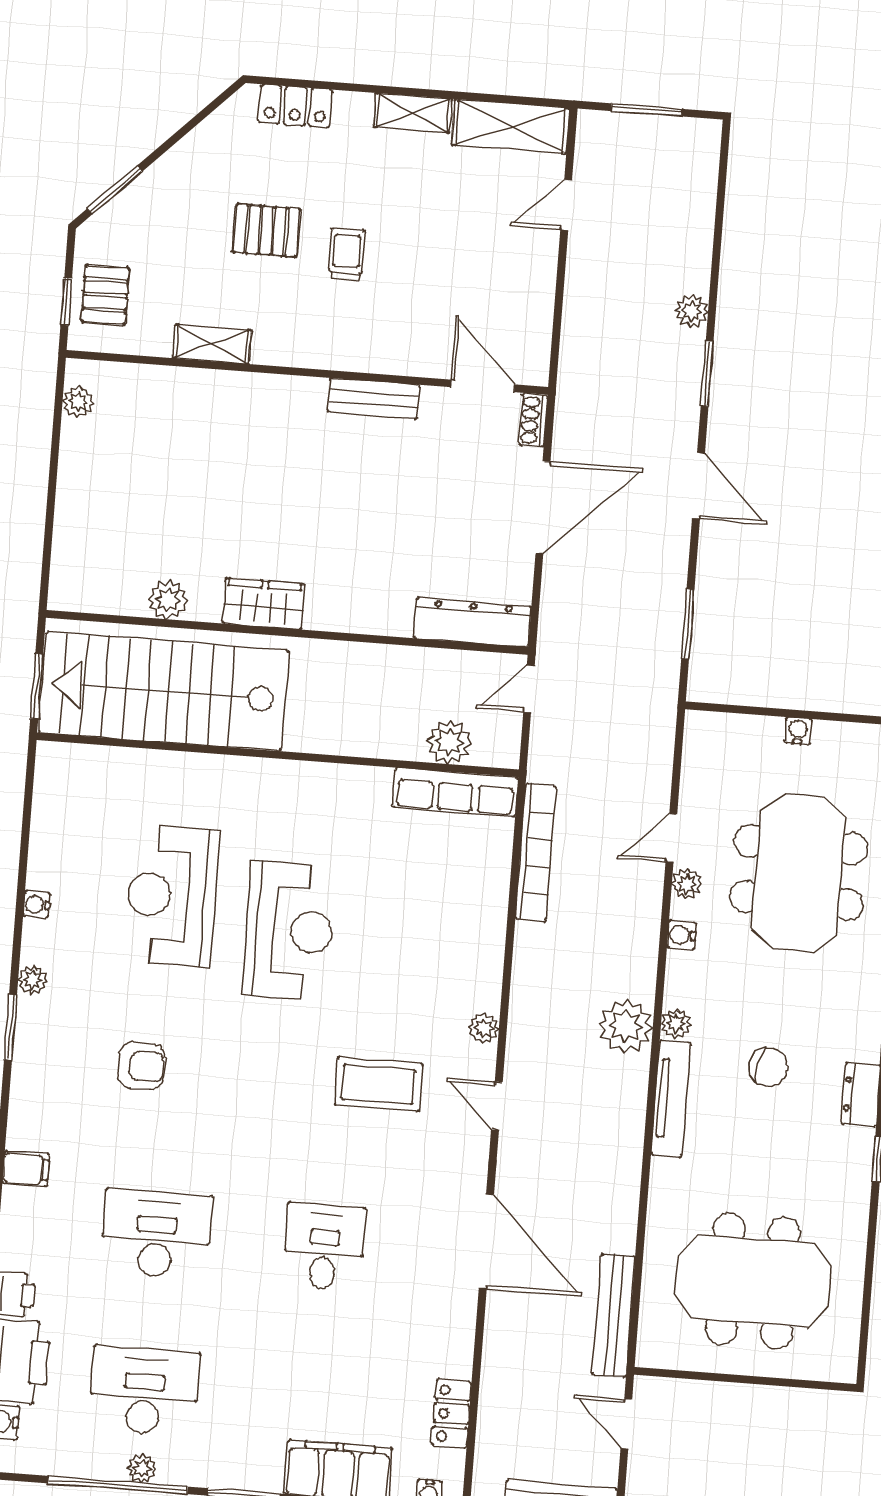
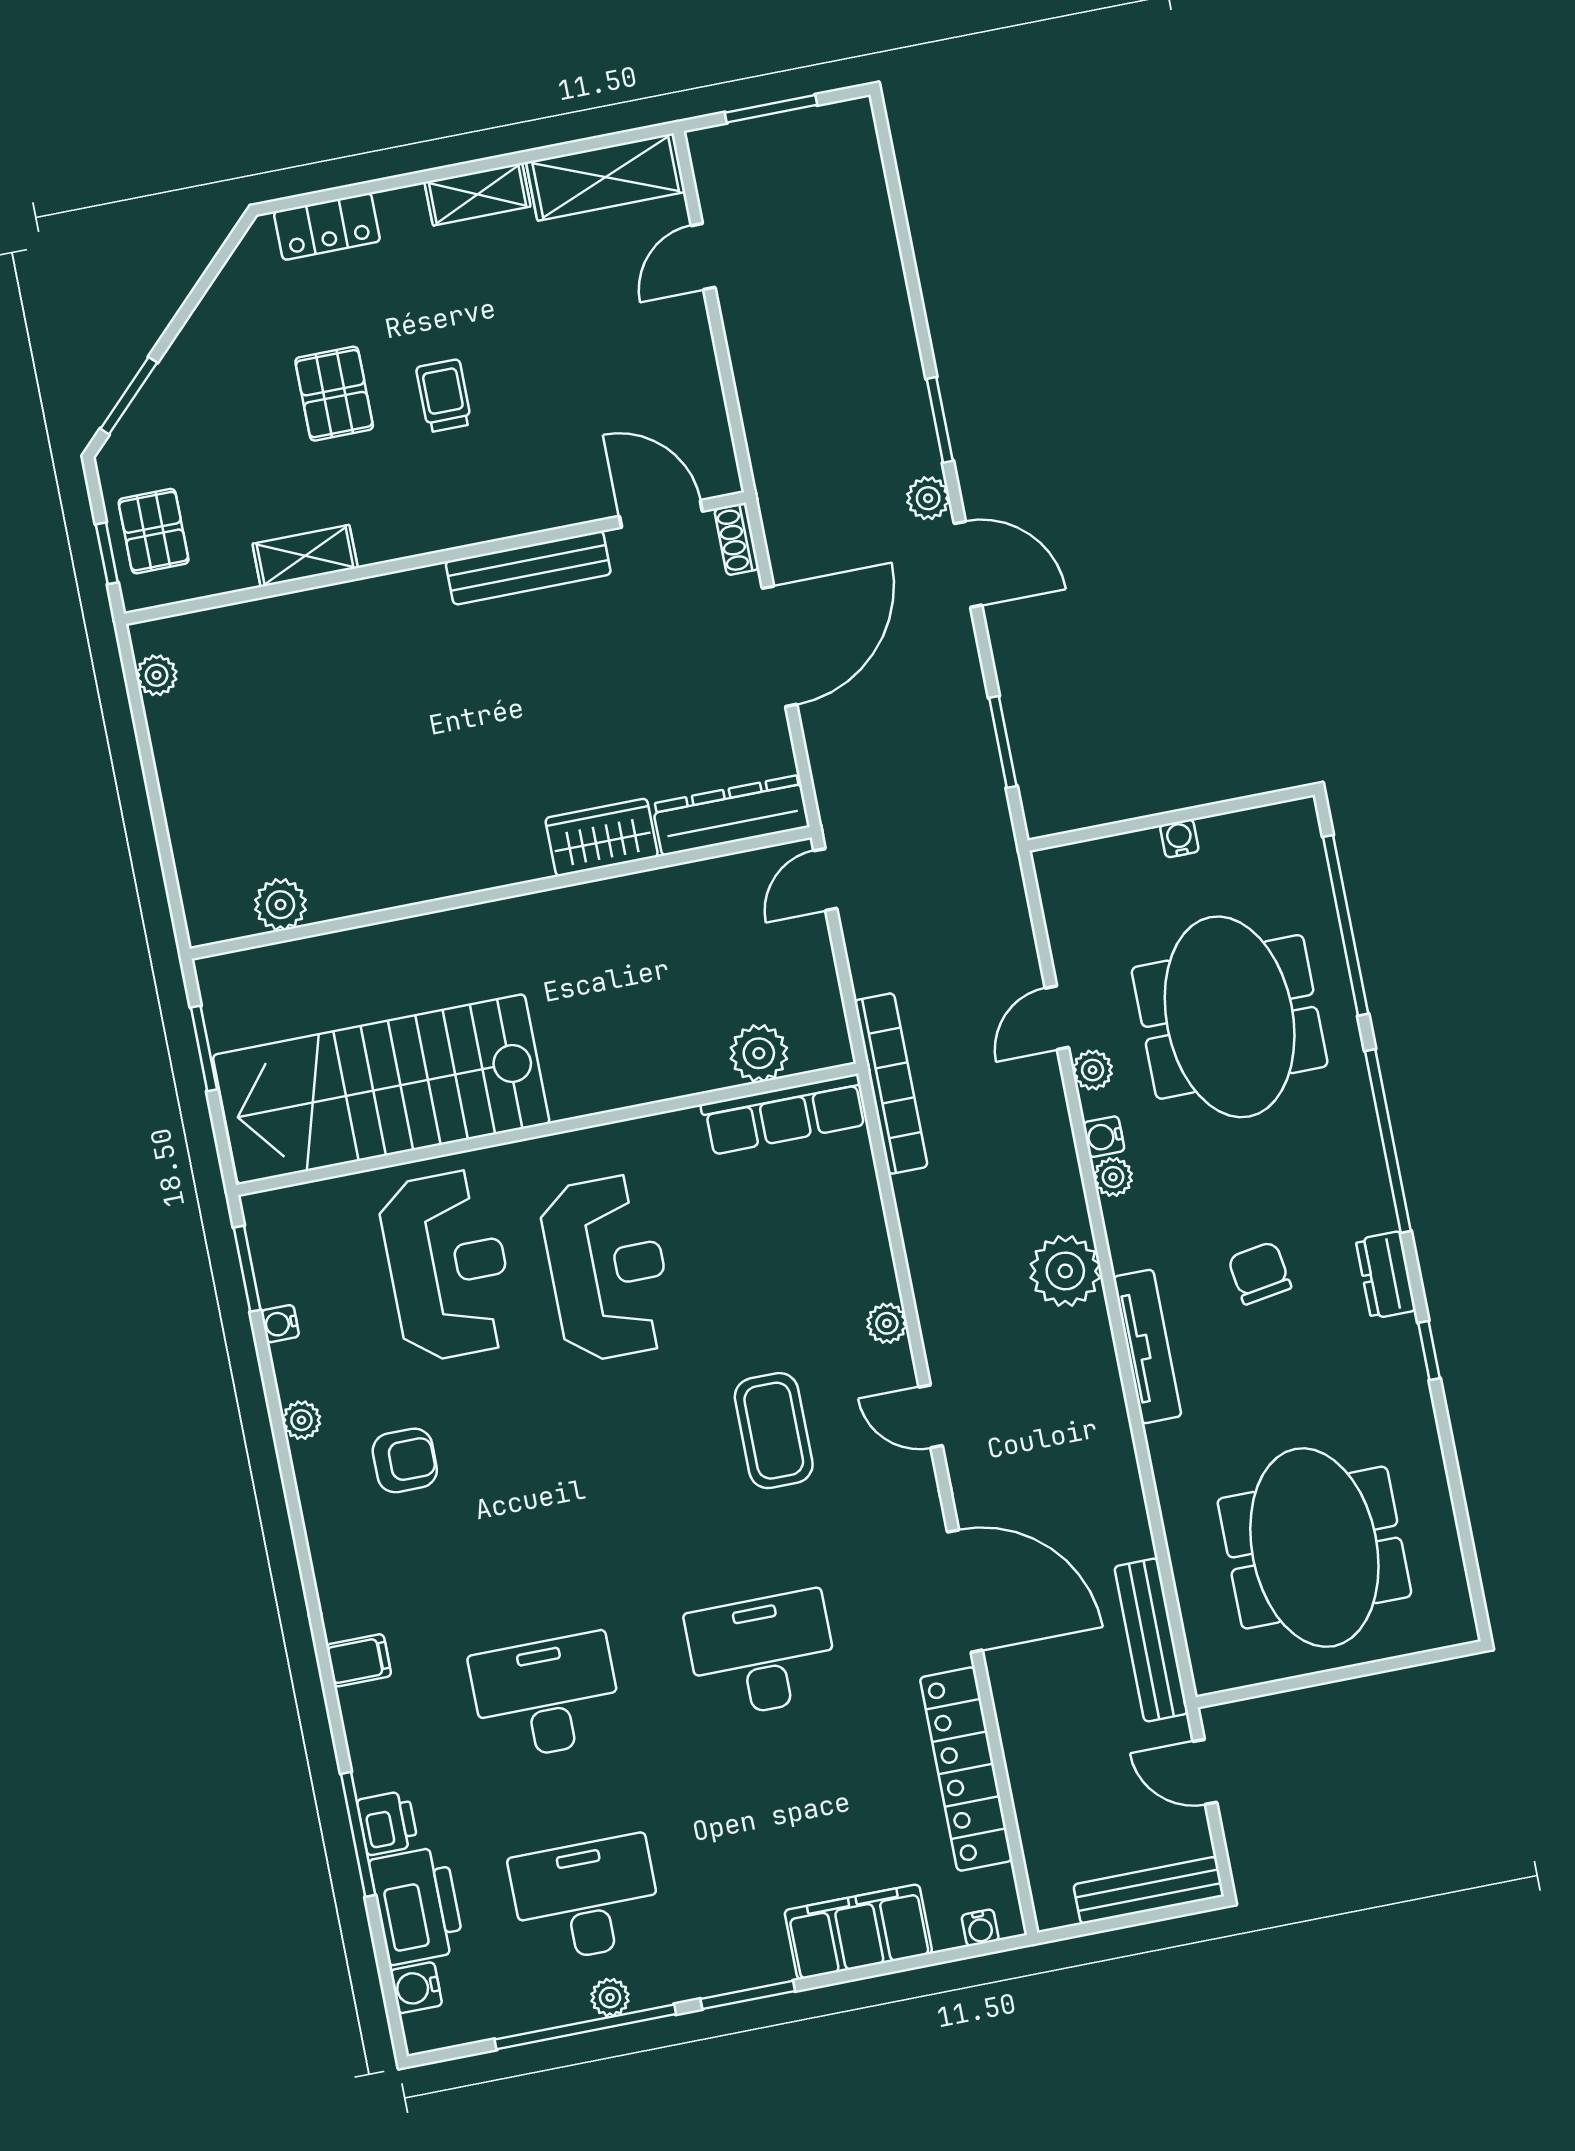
pallet: (266, 231) -> (334, 394), turned 90
plant: (692, 311) -> (928, 498), moved
bench: (374, 399) -> (528, 568), width x1.36
plant: (168, 600) -> (280, 905), moved
wardrobe: (264, 604) -> (602, 837), moved
stairs: (164, 691) -> (381, 1089), moved
plant: (449, 742) -> (759, 1053), moved
wall: (278, 755) -> (547, 1129), moved
row of seats: (455, 792) -> (784, 1114), moved
reception desk: (172, 896) -> (448, 1265), turned 180
plant: (676, 1024) -> (1113, 1177), moved
window: (10, 1027) -> (247, 1269), moved
armchair: (141, 1066) -> (405, 1460), moved
chair: (768, 1067) -> (1260, 1273), turned -111
coffee table: (378, 1084) -> (774, 1431), turned 90
desk: (324, 1247) -> (762, 1654), width x1.37
meeting table: (753, 1281) -> (1314, 1548), turned 90
locker: (452, 1414) -> (966, 1769), width x2.16, depth x1.21

